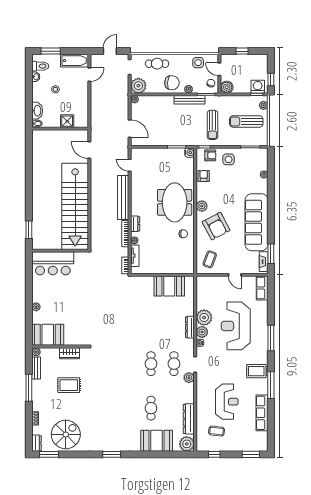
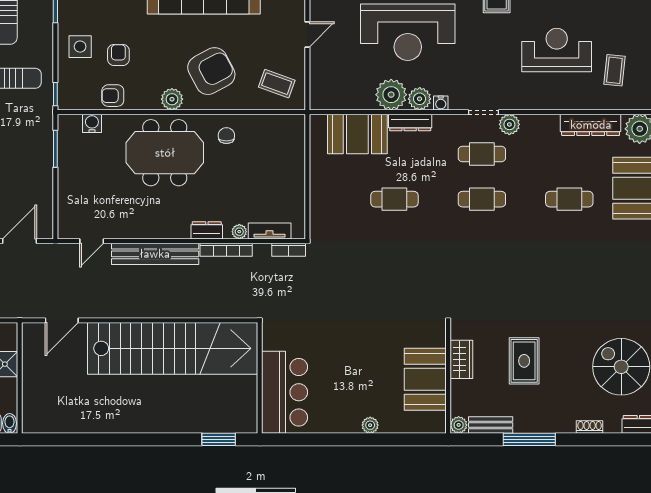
water cooler: (190, 153) -> (92, 123), moved
armchair: (210, 155) -> (118, 55), moved
booth: (169, 286) -> (357, 134), moved, turned 90
cafe table: (151, 319) -> (394, 199), added
booth: (48, 335) -> (425, 379), moved

